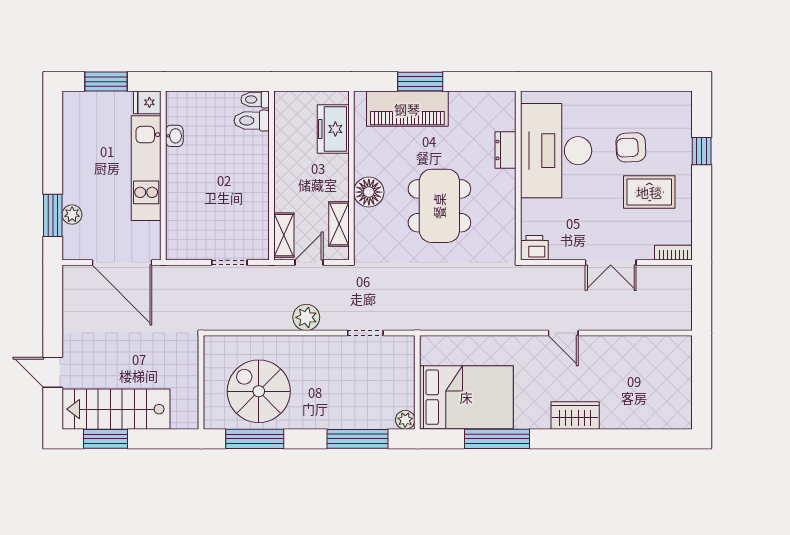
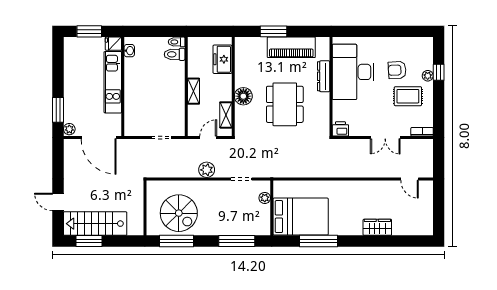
piano: (407, 109) -> (291, 47), moved
washbasin: (174, 136) -> (129, 51), moved
dresser: (506, 150) -> (324, 76), width x1.44
plant: (683, 157) -> (428, 76), added
plant: (72, 215) -> (69, 129), moved
shelving: (284, 235) -> (193, 91), moved
door: (563, 333) -> (410, 179), moved
spiral stairs: (259, 391) -> (179, 213), turned 180
wardrobe: (575, 415) -> (377, 227), moved
plant: (405, 420) -> (265, 198), moved

